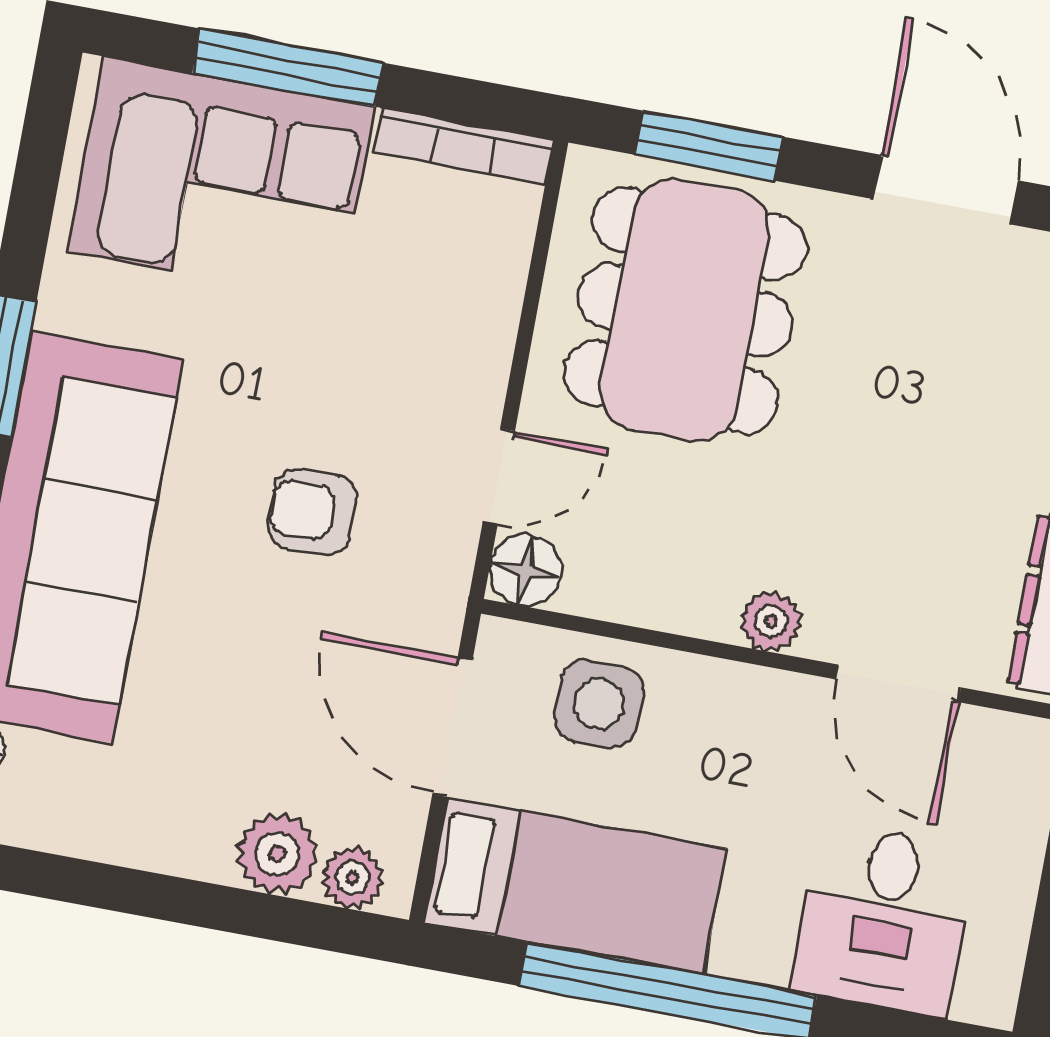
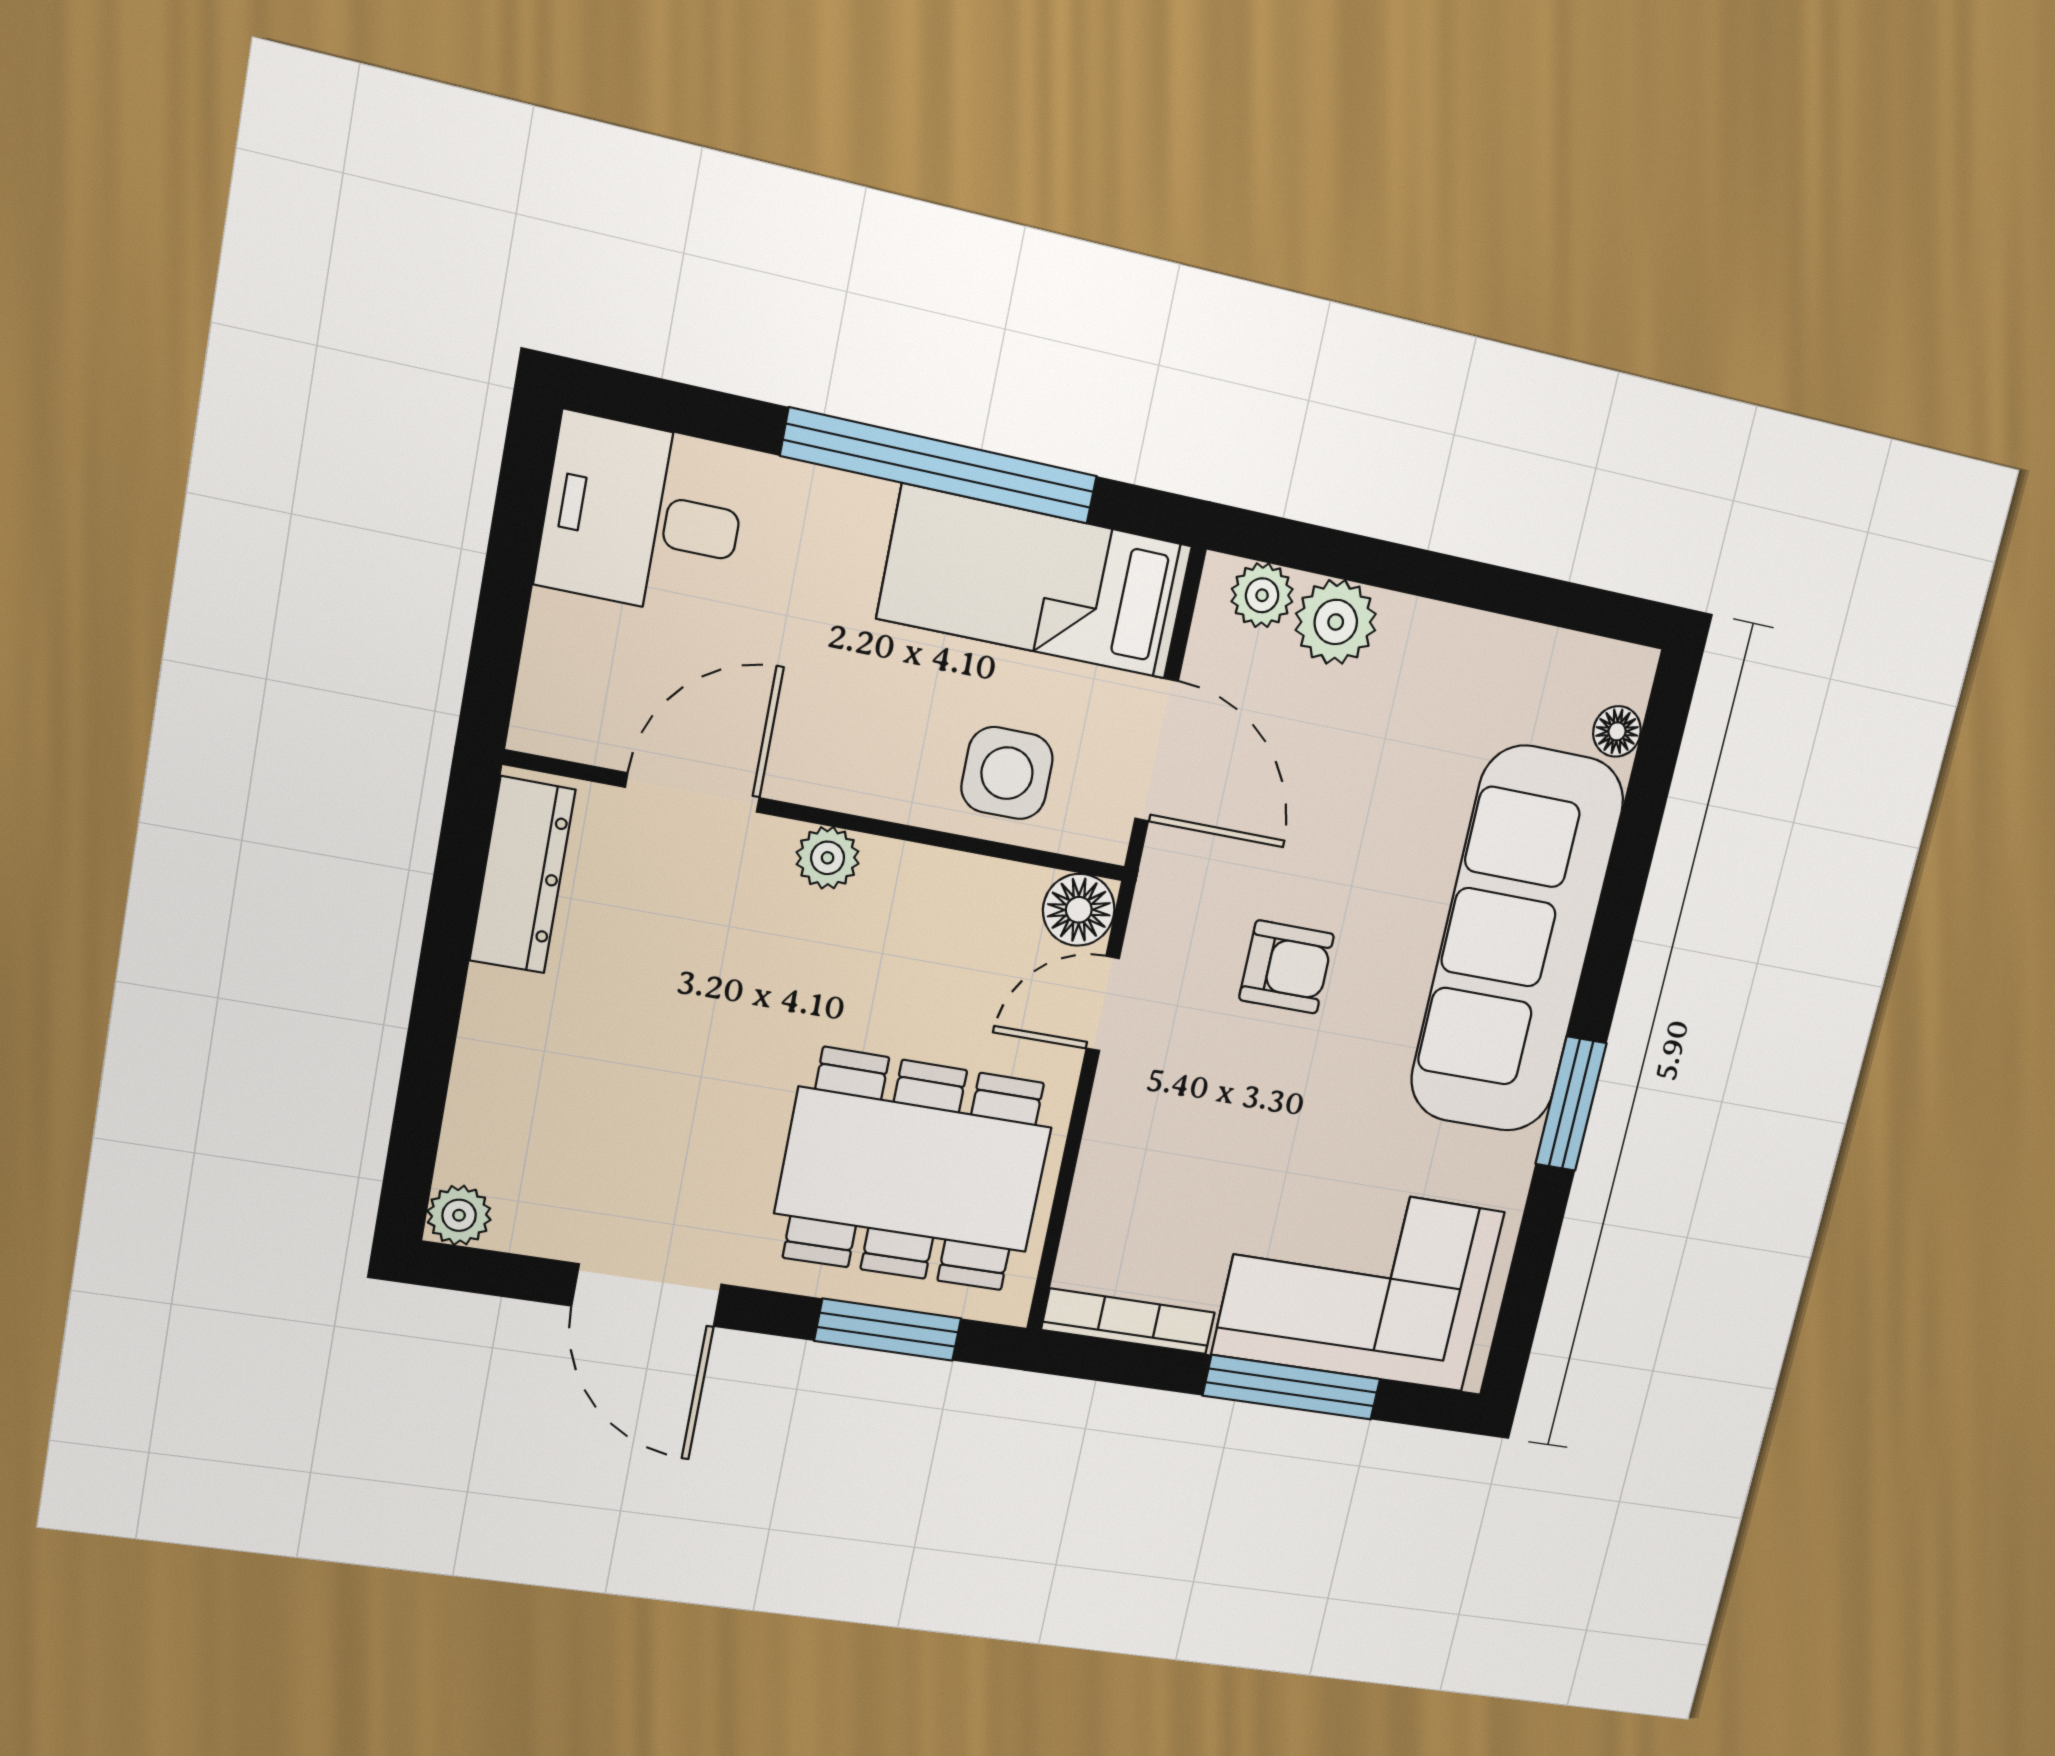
dining table: (685, 310) -> (914, 1170), turned 90
door: (898, 683) -> (693, 793), hinge flipped
desk: (884, 920) -> (643, 517), moved, turned -90

